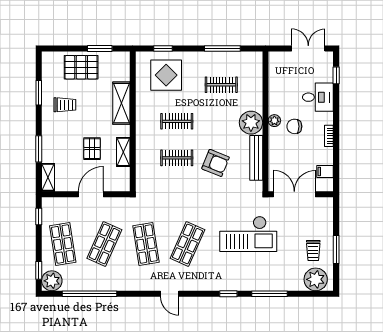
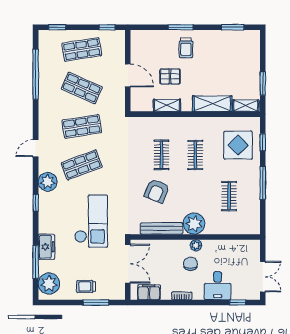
window: (222, 48) -> (263, 183), moved
pallet: (81, 67) -> (245, 66), removed
window: (39, 93) -> (233, 27), moved
trolley: (65, 105) -> (186, 48), moved
window: (39, 149) -> (181, 27), moved
filing cabinet: (325, 171) -> (149, 292), width x2.00
shelving: (48, 177) -> (246, 106), moved
checkout: (248, 234) -> (91, 221), turned 180
shop shelf: (187, 244) -> (82, 165), turned -45
trolley: (313, 250) -> (86, 286), moved
window: (336, 250) -> (96, 302), moved
plant: (52, 281) -> (48, 182), moved
freezer: (276, 282) -> (46, 247), added
window: (270, 294) -> (36, 262), moved

